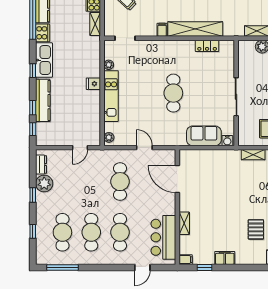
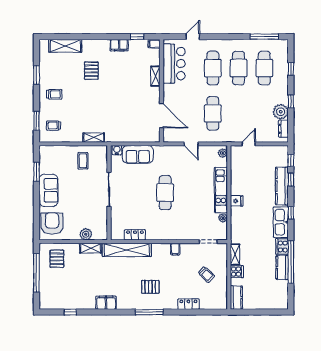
shelving: (195, 29) -> (127, 250), moved

